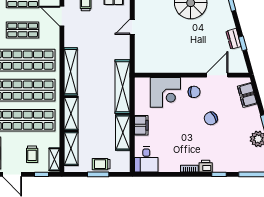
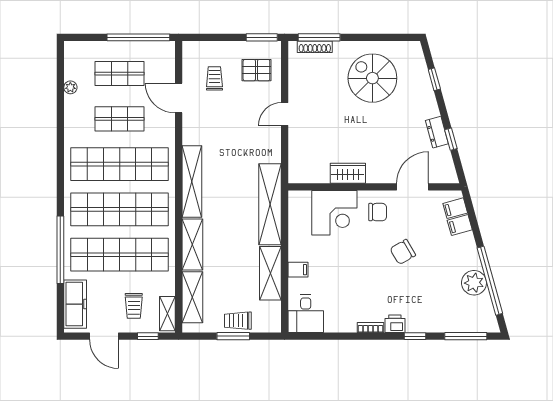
wardrobe: (174, 66) -> (348, 173), added
filing cabinet: (141, 125) -> (298, 270), width x0.50

